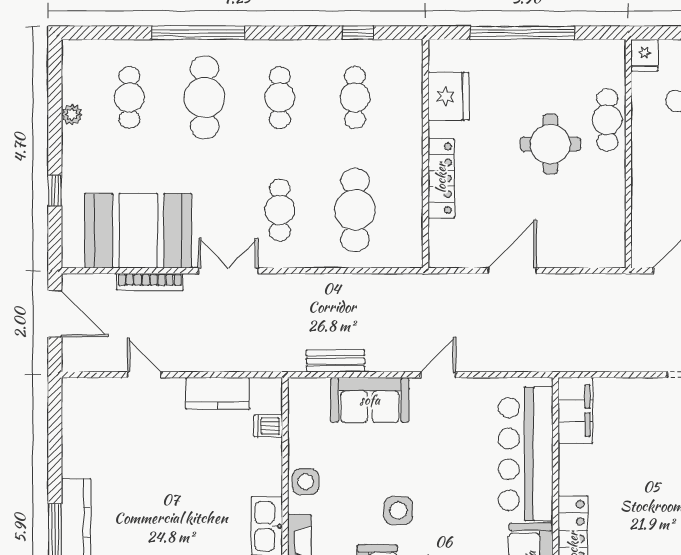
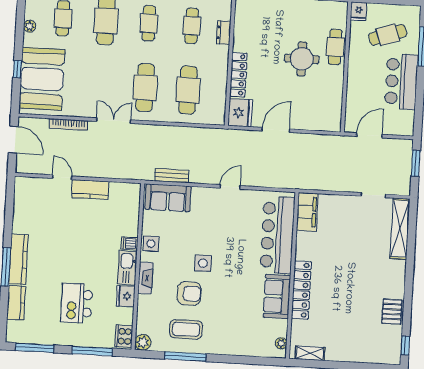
fridge: (448, 96) -> (240, 113), moved
dresser: (411, 106) -> (224, 33), added
cafe table: (280, 210) -> (145, 88), width x1.37, depth x1.35
booth: (138, 231) -> (42, 79), moved, turned 90
kitchen counter: (218, 393) -> (90, 189), moved
sofa: (370, 400) -> (168, 198), moved
dishwasher: (268, 426) -> (129, 243), moved

